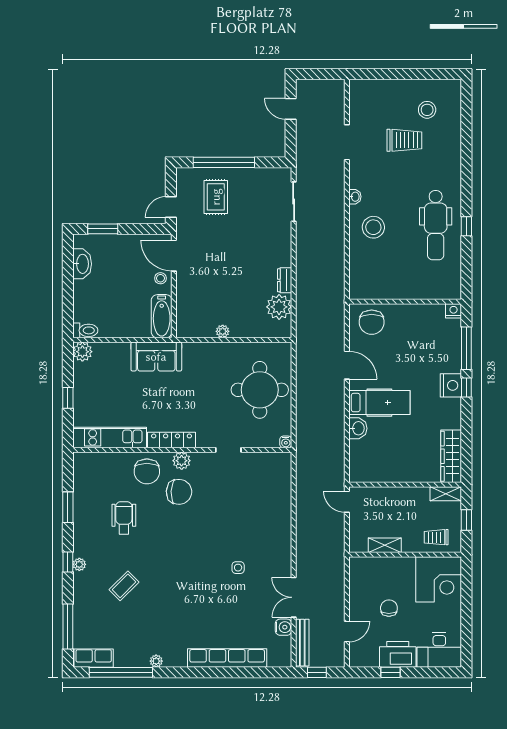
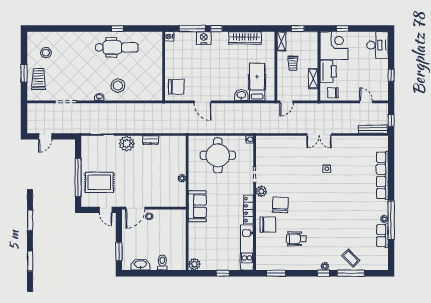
window: (394, 74) -> (24, 73), added
trolley: (404, 140) -> (38, 79), moved
rug: (216, 197) -> (99, 182), width x1.36, depth x1.43
plant: (279, 307) -> (127, 144), moved
bathtub: (162, 316) -> (173, 216), removed
toilet: (85, 330) -> (162, 262), moved
sofa: (156, 357) -> (197, 206), moved
door: (347, 365) -> (203, 102), swing flipped
nightstand: (451, 385) -> (204, 38), moved
hospital bed: (379, 403) -> (257, 82), moved
wardrobe: (451, 456) -> (245, 38), moved
plant: (182, 461) -> (261, 191), moved
window: (68, 507) -> (276, 273), moved
trolley: (436, 537) -> (293, 63), moved
coffee table: (124, 586) -> (351, 258), moved
window: (466, 593) -> (342, 29), added
double door: (294, 597) -> (319, 135), moved
chair: (389, 608) -> (333, 93), moved
window: (68, 626) -> (351, 273), moved
water cooler: (284, 627) -> (363, 141), removed
printer: (398, 654) -> (328, 71), moved, turned 180
row of seats: (94, 658) -> (382, 236), moved
window: (121, 672) -> (391, 220), moved

